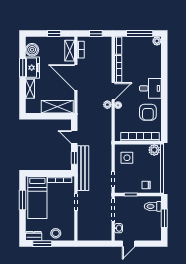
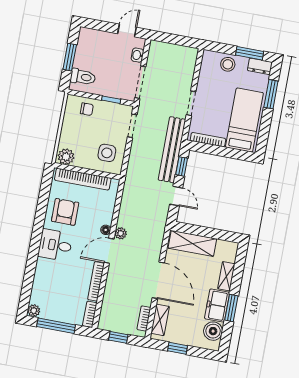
window: (23, 200) -> (271, 94), moved

